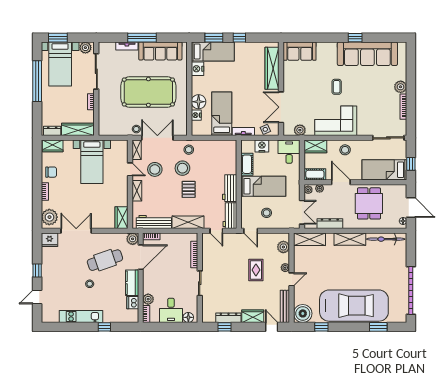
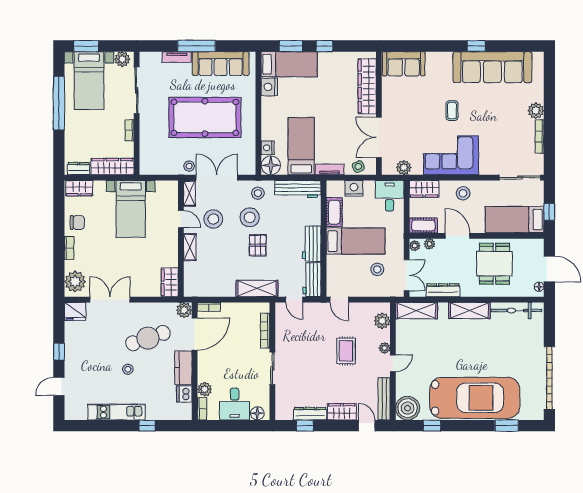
floor lamp: (199, 102) -> (271, 165), moved
stool: (267, 213) -> (377, 269), moved
workbench: (154, 222) -> (298, 189), moved, turned 180

